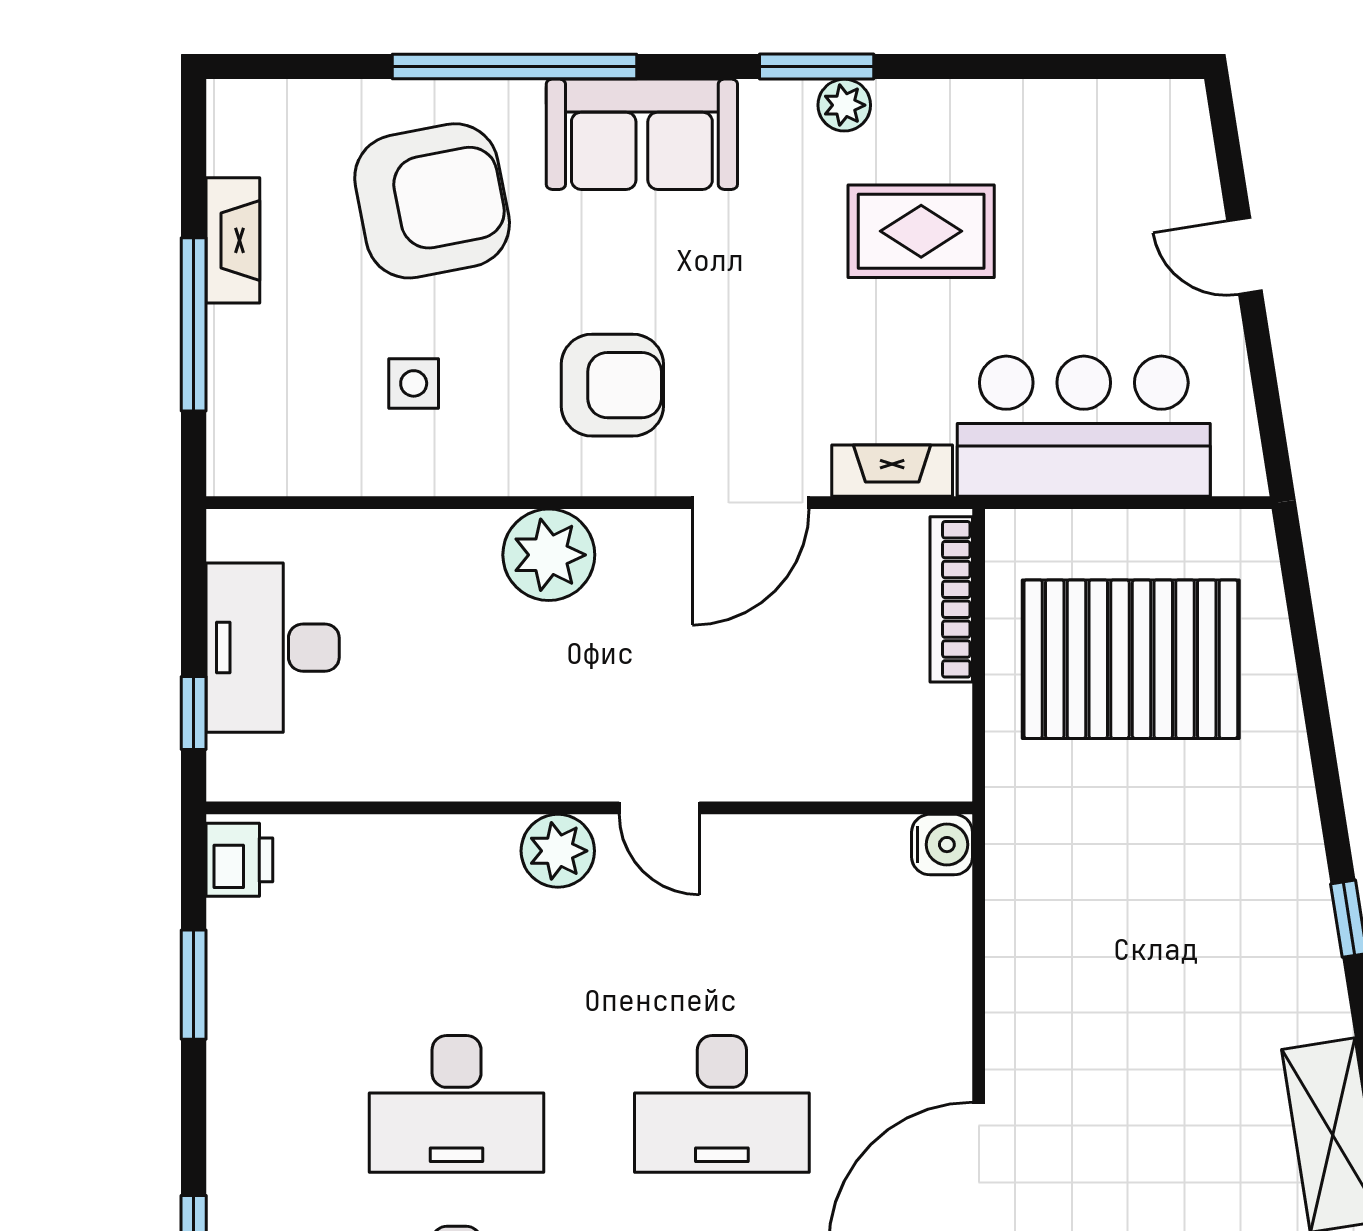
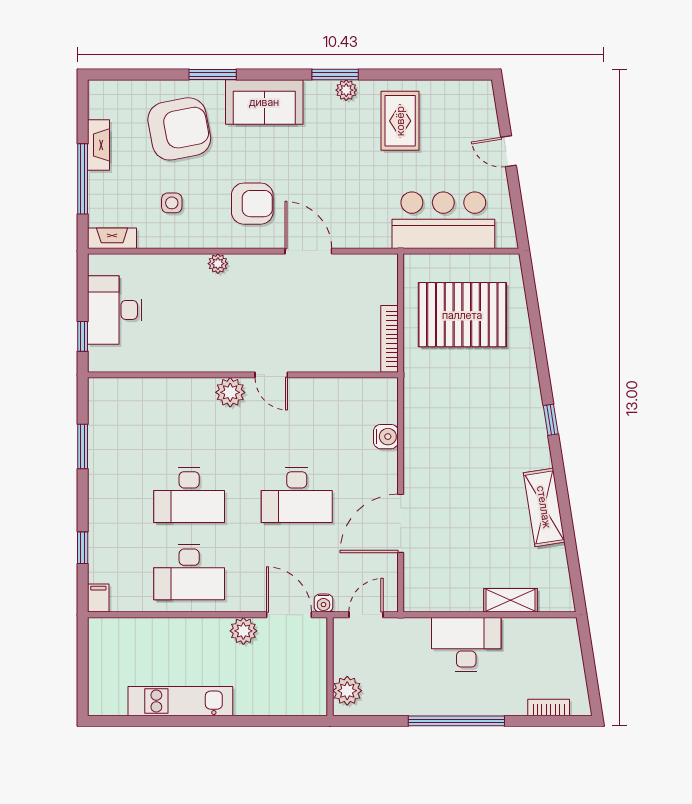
window: (515, 67) -> (213, 74), width x0.47
rug: (921, 231) -> (400, 121), moved, turned 90
fireplace: (892, 471) -> (112, 238), moved
door: (751, 503) -> (308, 251), swing flipped
plant: (549, 555) -> (218, 264), width x0.53, depth x0.53
bookcase: (951, 599) -> (390, 339), moved
water cooler: (942, 845) -> (386, 437), moved
printer: (239, 860) -> (101, 396), removed

